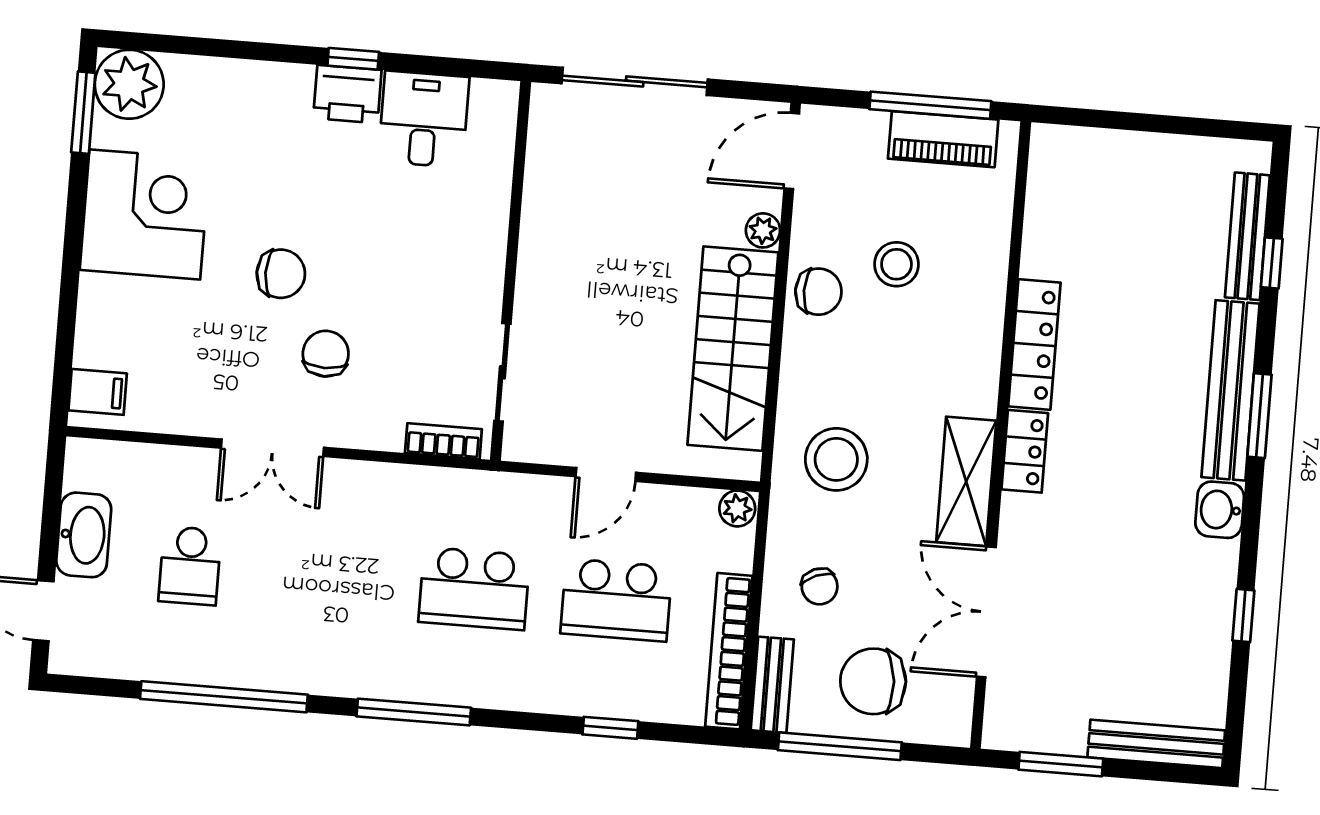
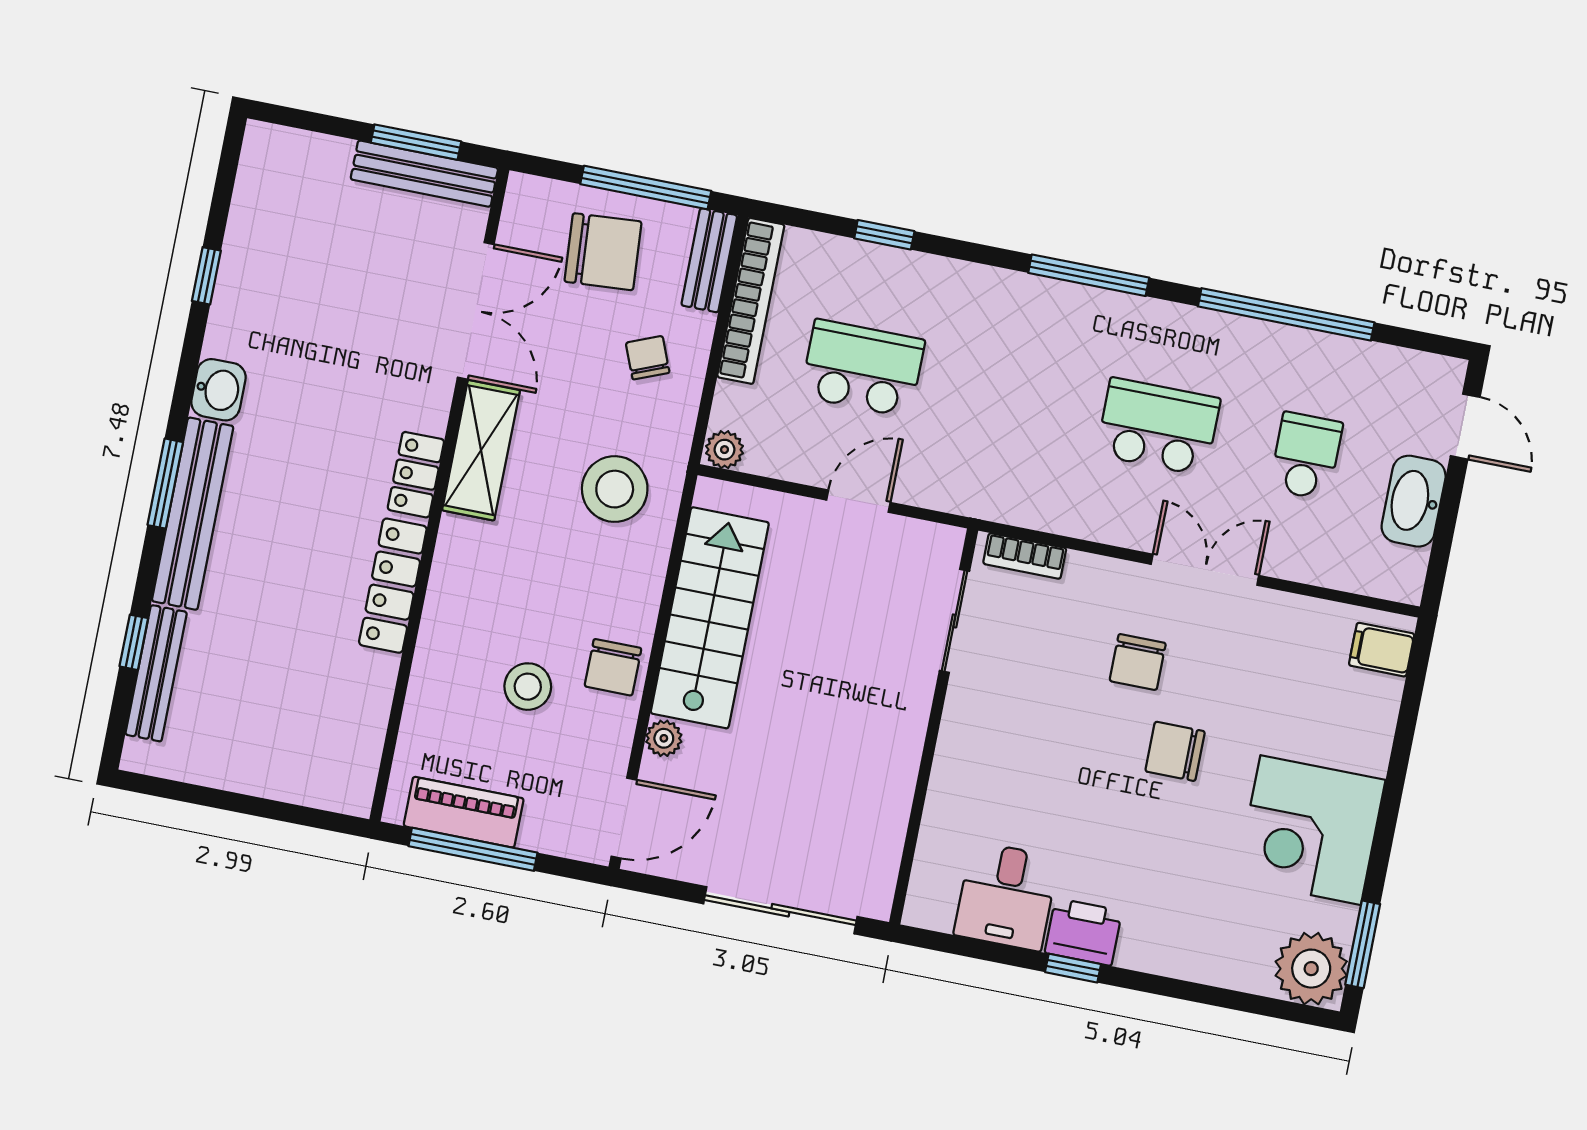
chair: (818, 292) -> (613, 667), turned -90
school desk: (474, 589) -> (1158, 427), moved
bench: (1156, 744) -> (424, 174), moved

